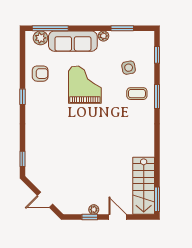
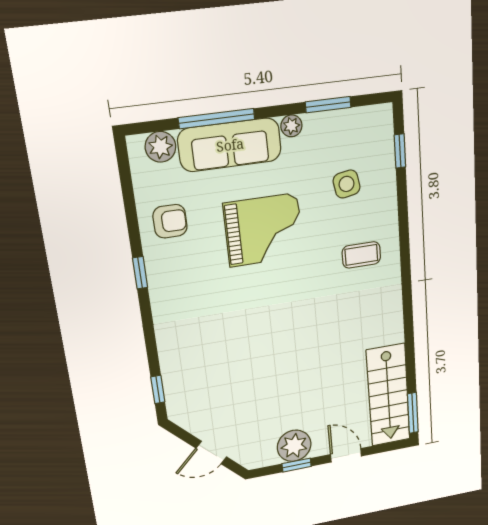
window: (50, 28) -> (217, 119), moved
grand piano: (85, 85) -> (264, 230), turned 90
coffee table: (137, 94) -> (361, 255), moved
window: (157, 97) -> (404, 232), removed
plant: (94, 210) -> (294, 446), width x1.87, depth x1.87

